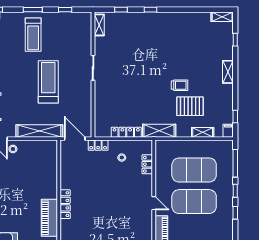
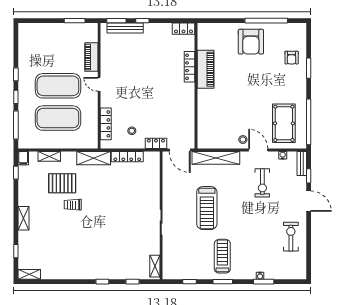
locker: (147, 164) -> (106, 124), width x1.53
locker: (65, 204) -> (190, 67), moved

